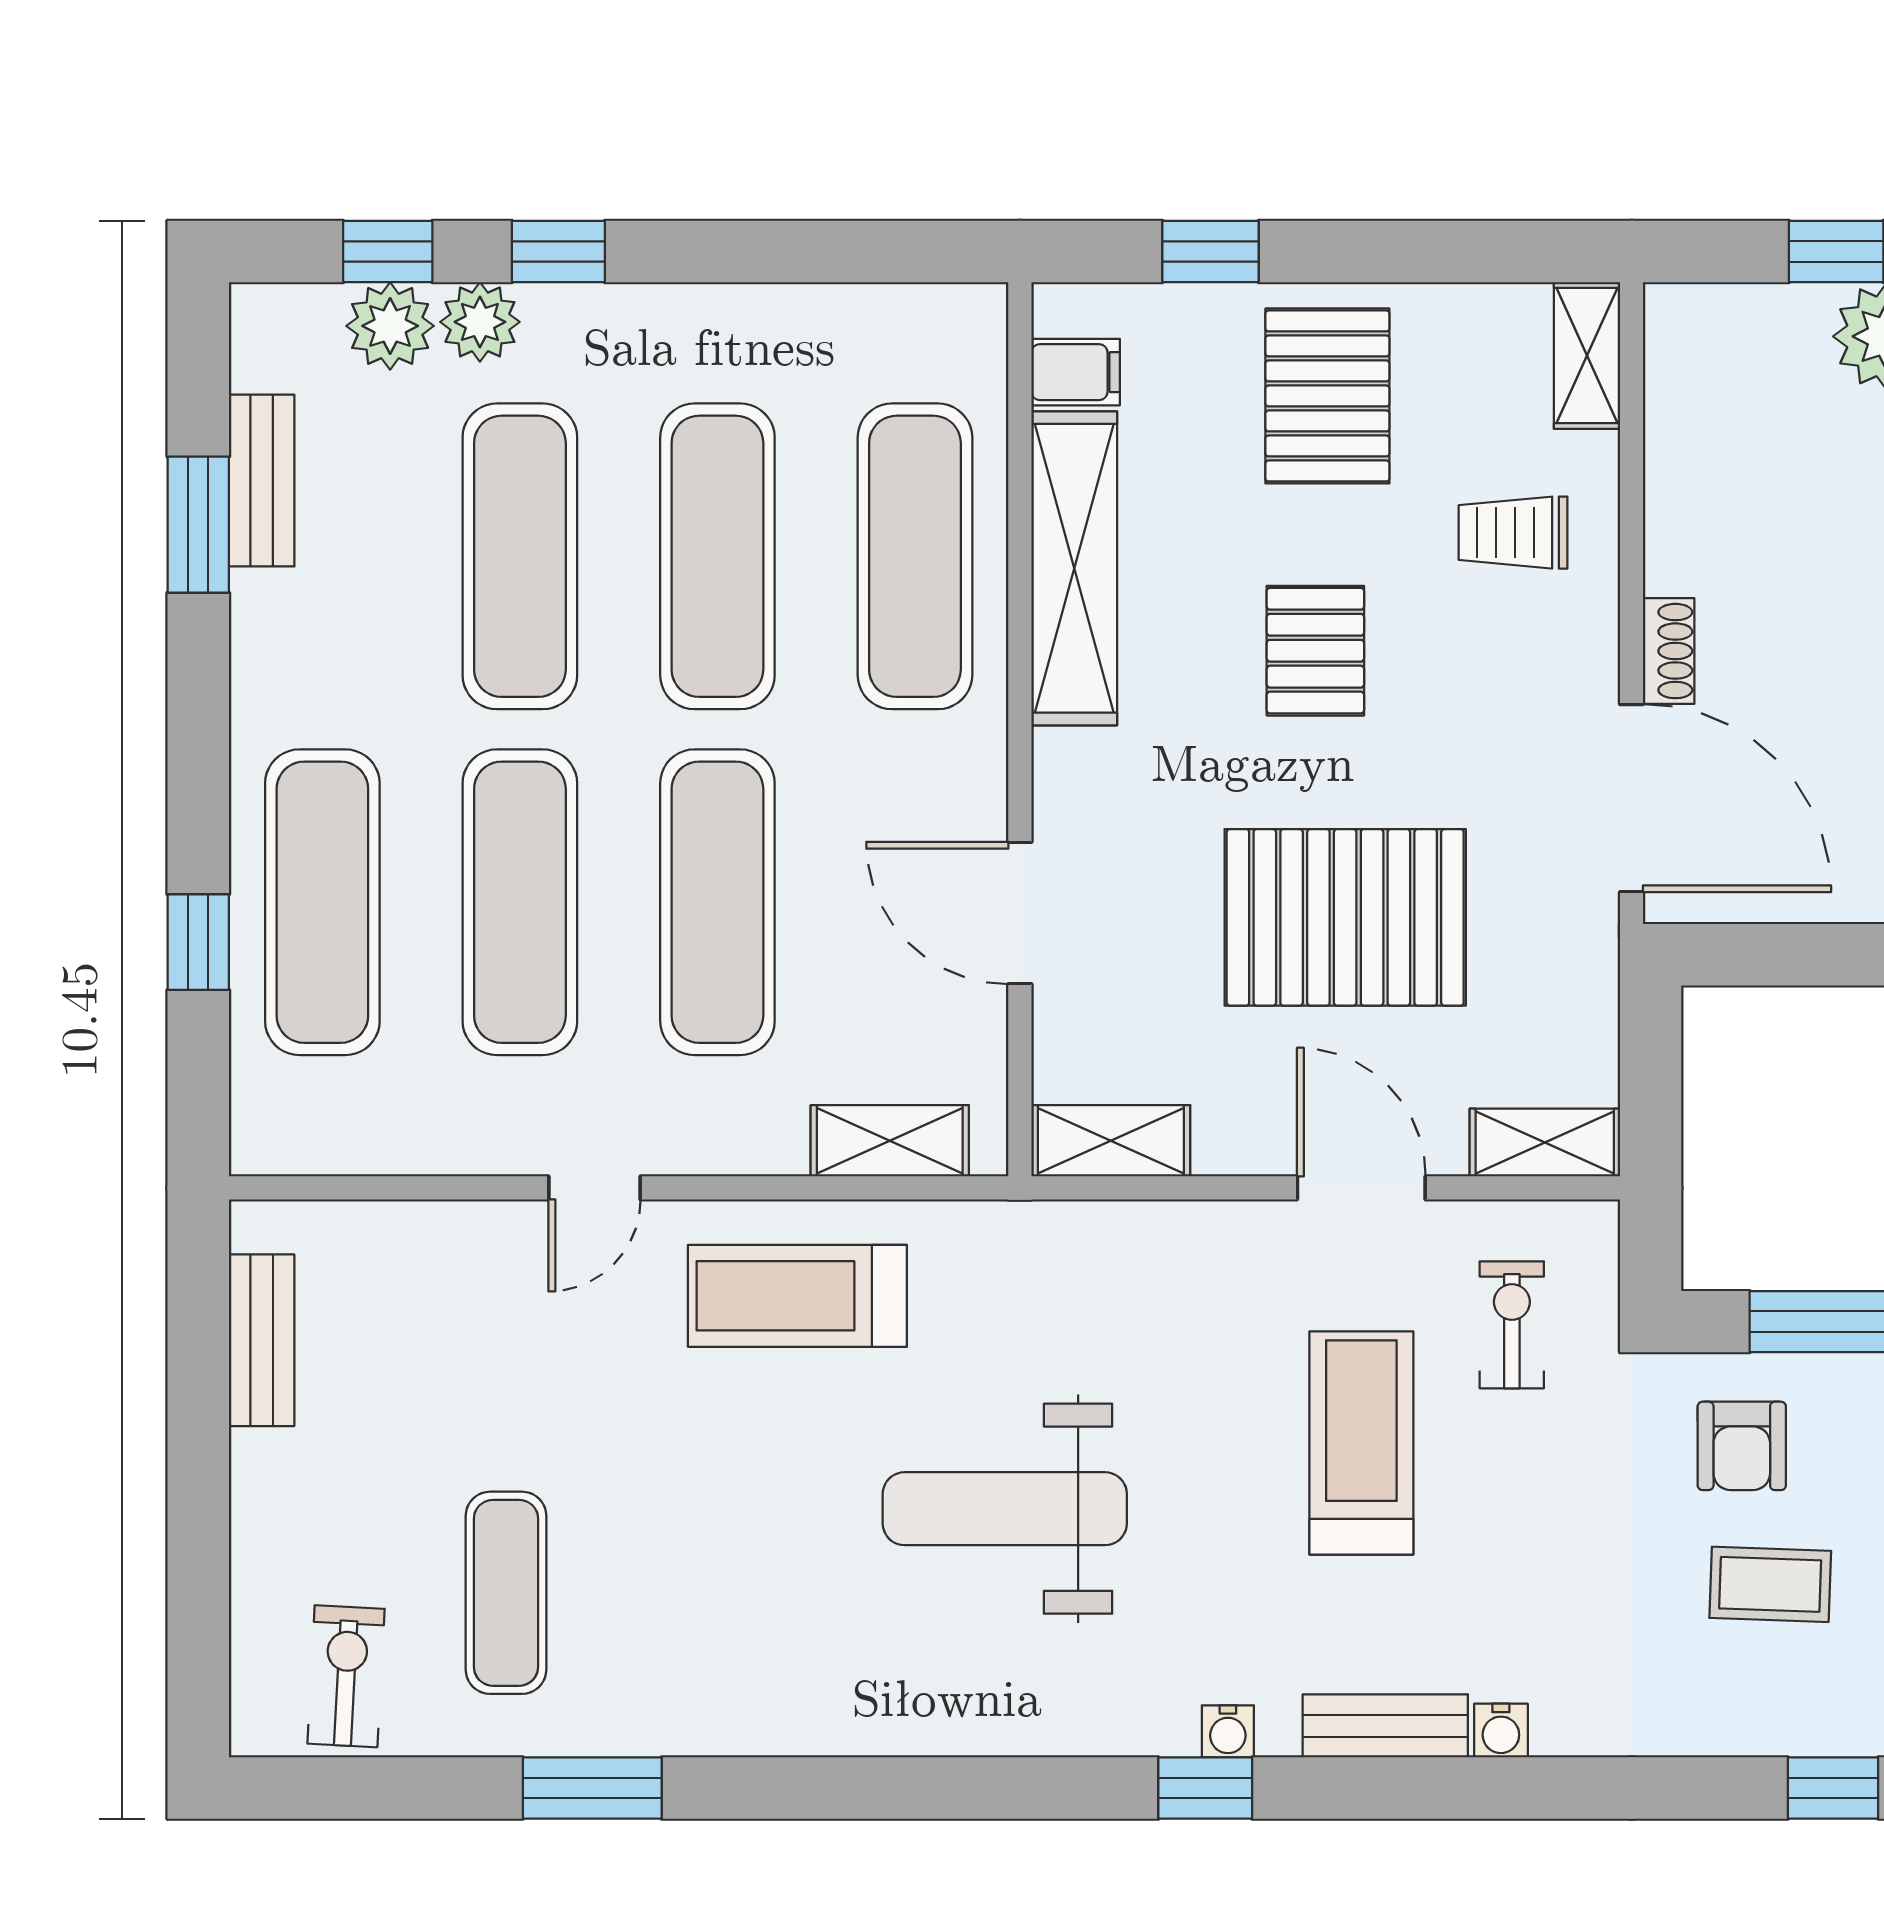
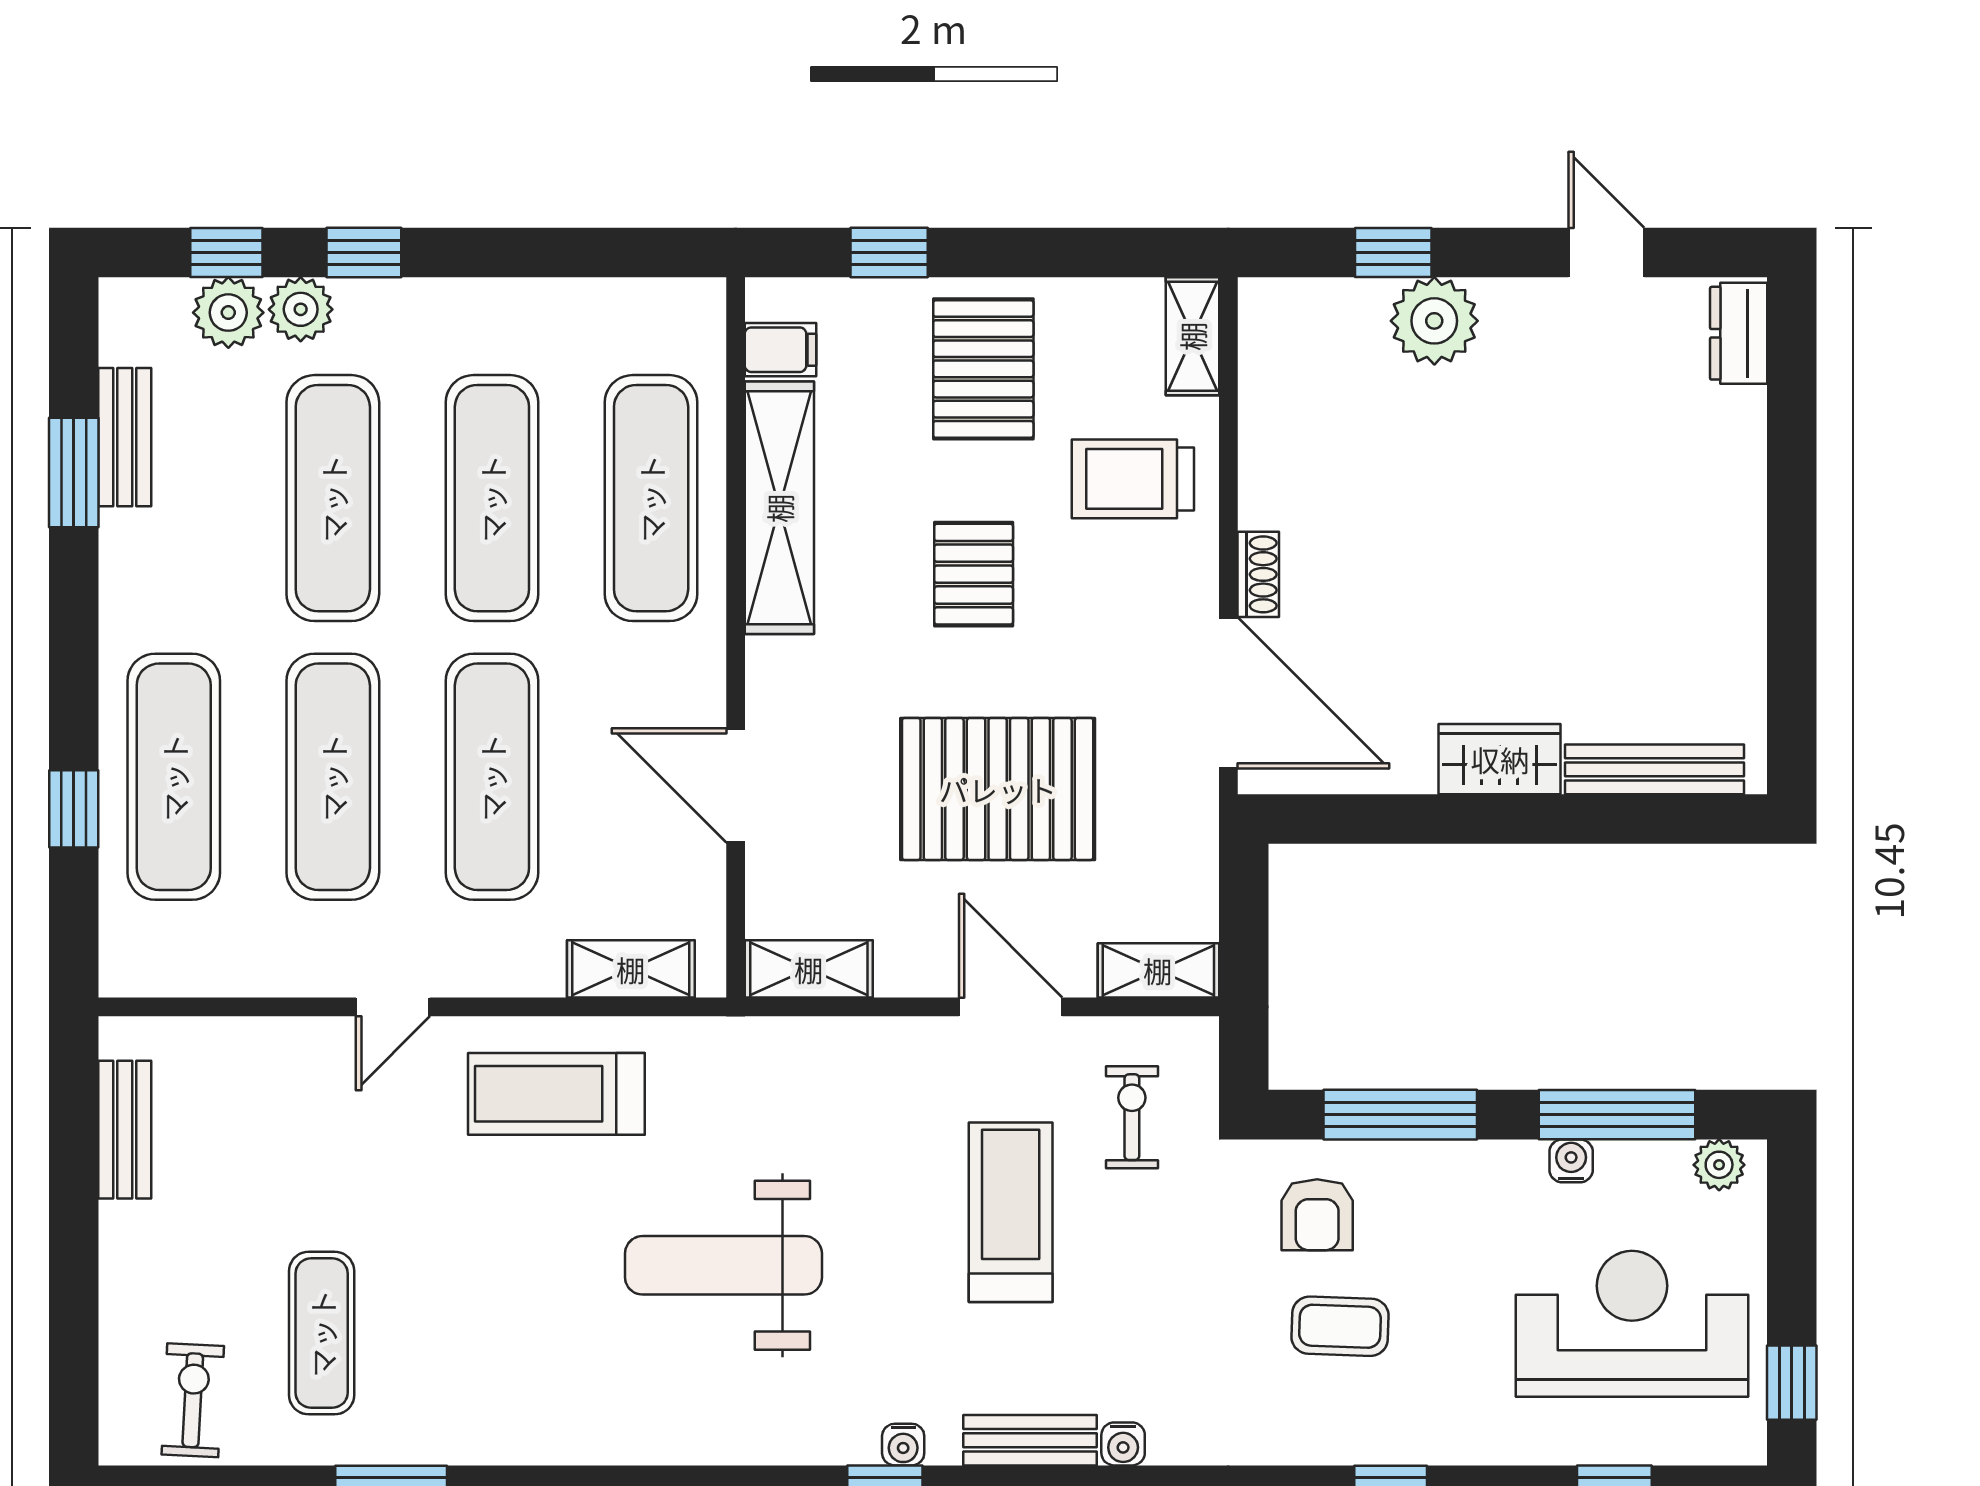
trolley: (1513, 533) -> (1133, 479), width x1.36, depth x1.39

